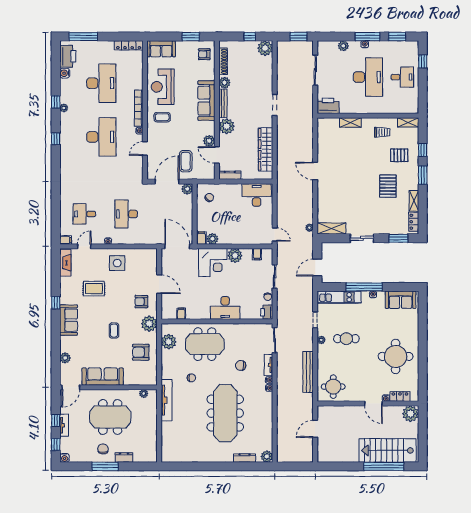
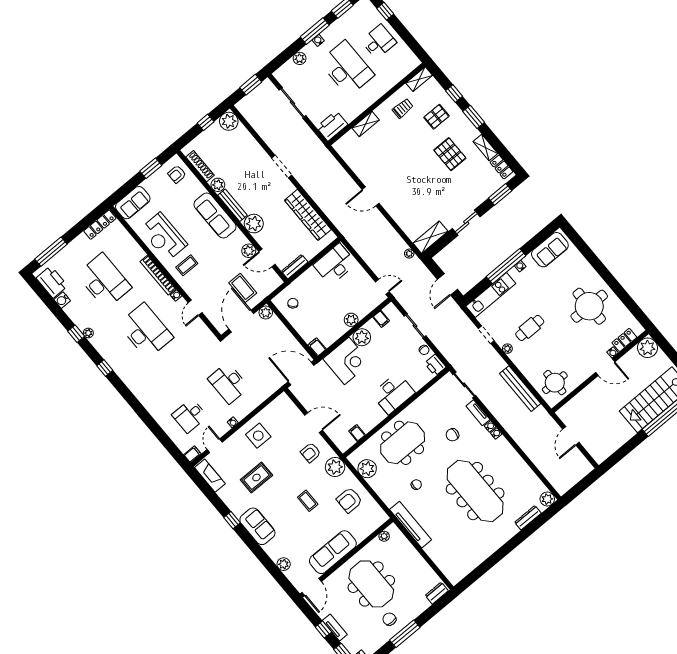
plant: (212, 239) -> (351, 320), moved
meeting table: (110, 417) -> (371, 584), turned 90
dresser: (124, 457) -> (437, 593), moved

